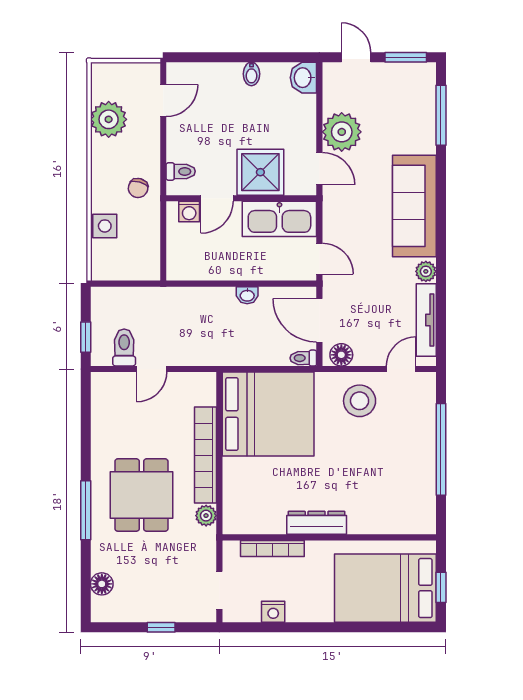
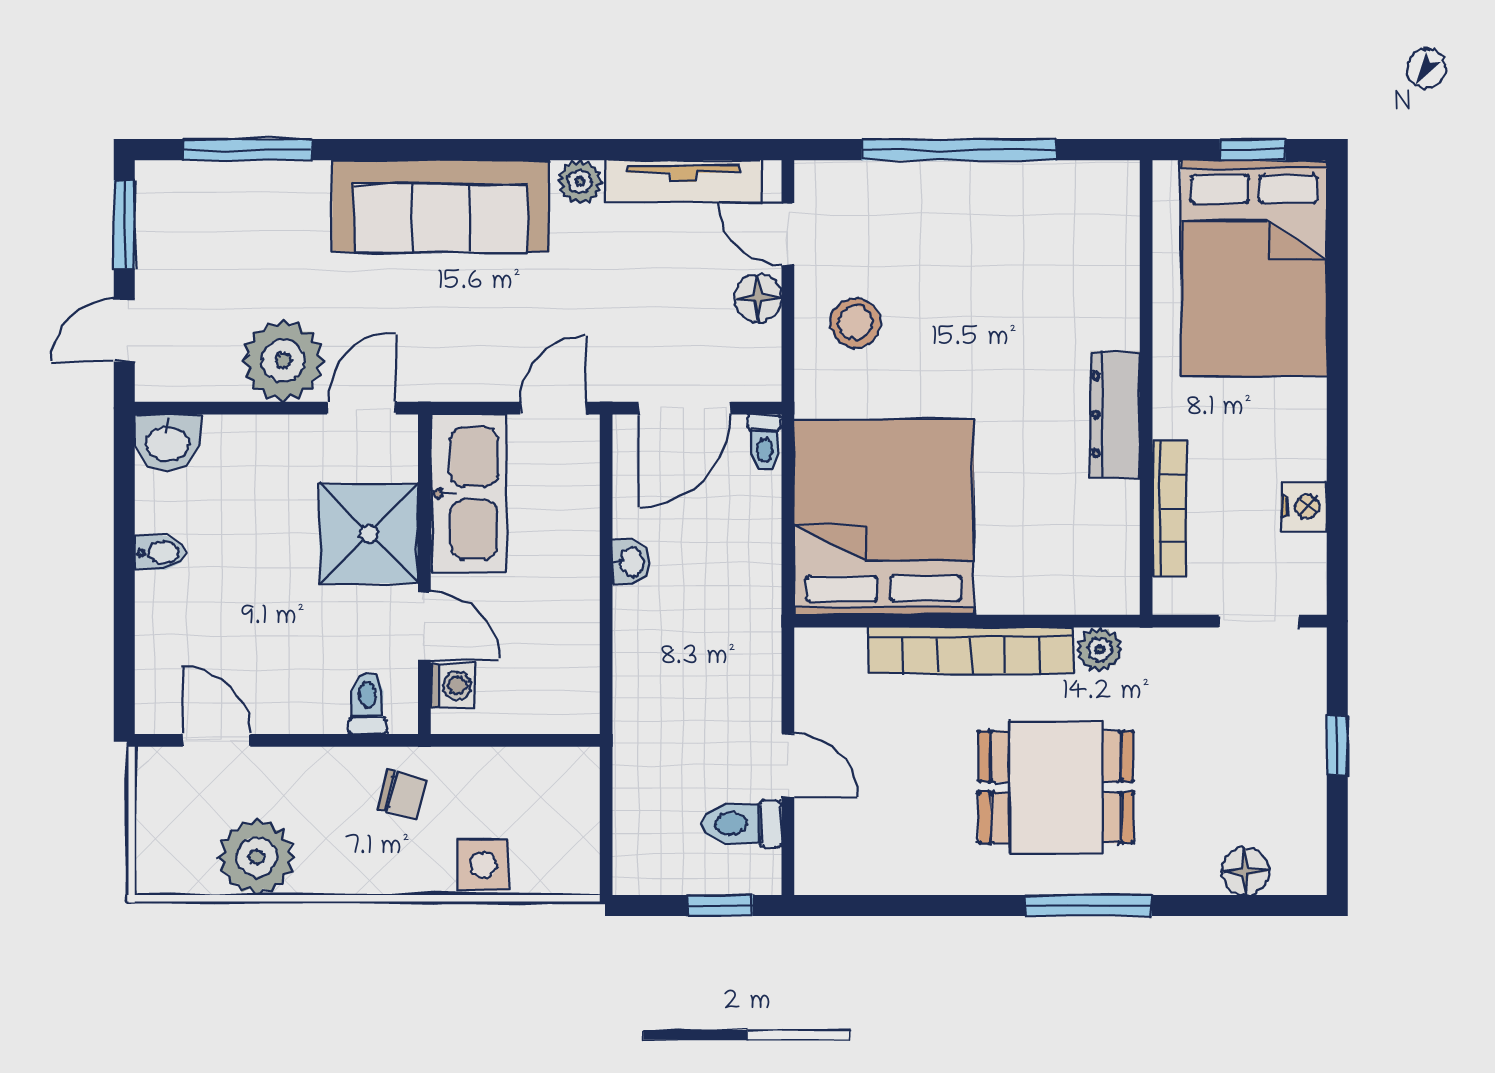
floor lamp: (341, 355) -> (758, 298), moved
stool: (360, 401) -> (855, 323), width x0.73, depth x0.73

